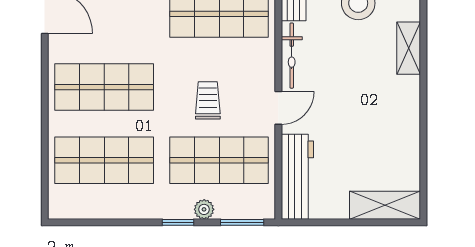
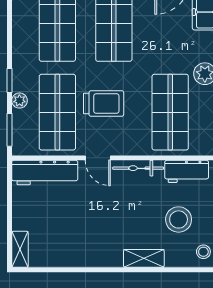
trolley: (208, 100) -> (104, 104), width x1.36, depth x1.39
shelving: (385, 205) -> (20, 249), width x0.67, depth x0.75

